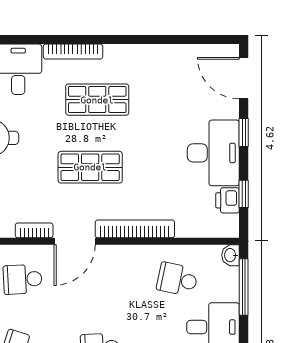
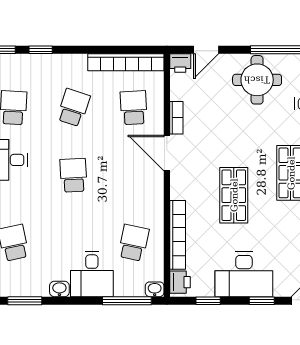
shop shelf: (90, 167) -> (234, 195), moved
printer: (228, 200) -> (180, 282), moved, turned 90
bookcase: (135, 229) -> (178, 235), moved

